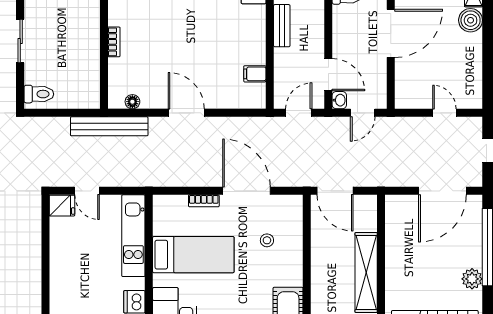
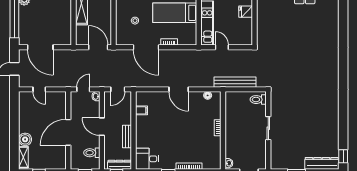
door: (328, 75) -> (102, 127), moved
bench: (109, 126) -> (235, 82), moved
door: (87, 191) -> (222, 47), moved
door: (442, 191) -> (40, 47), swing flipped
fridge: (62, 206) -> (246, 12), moved

